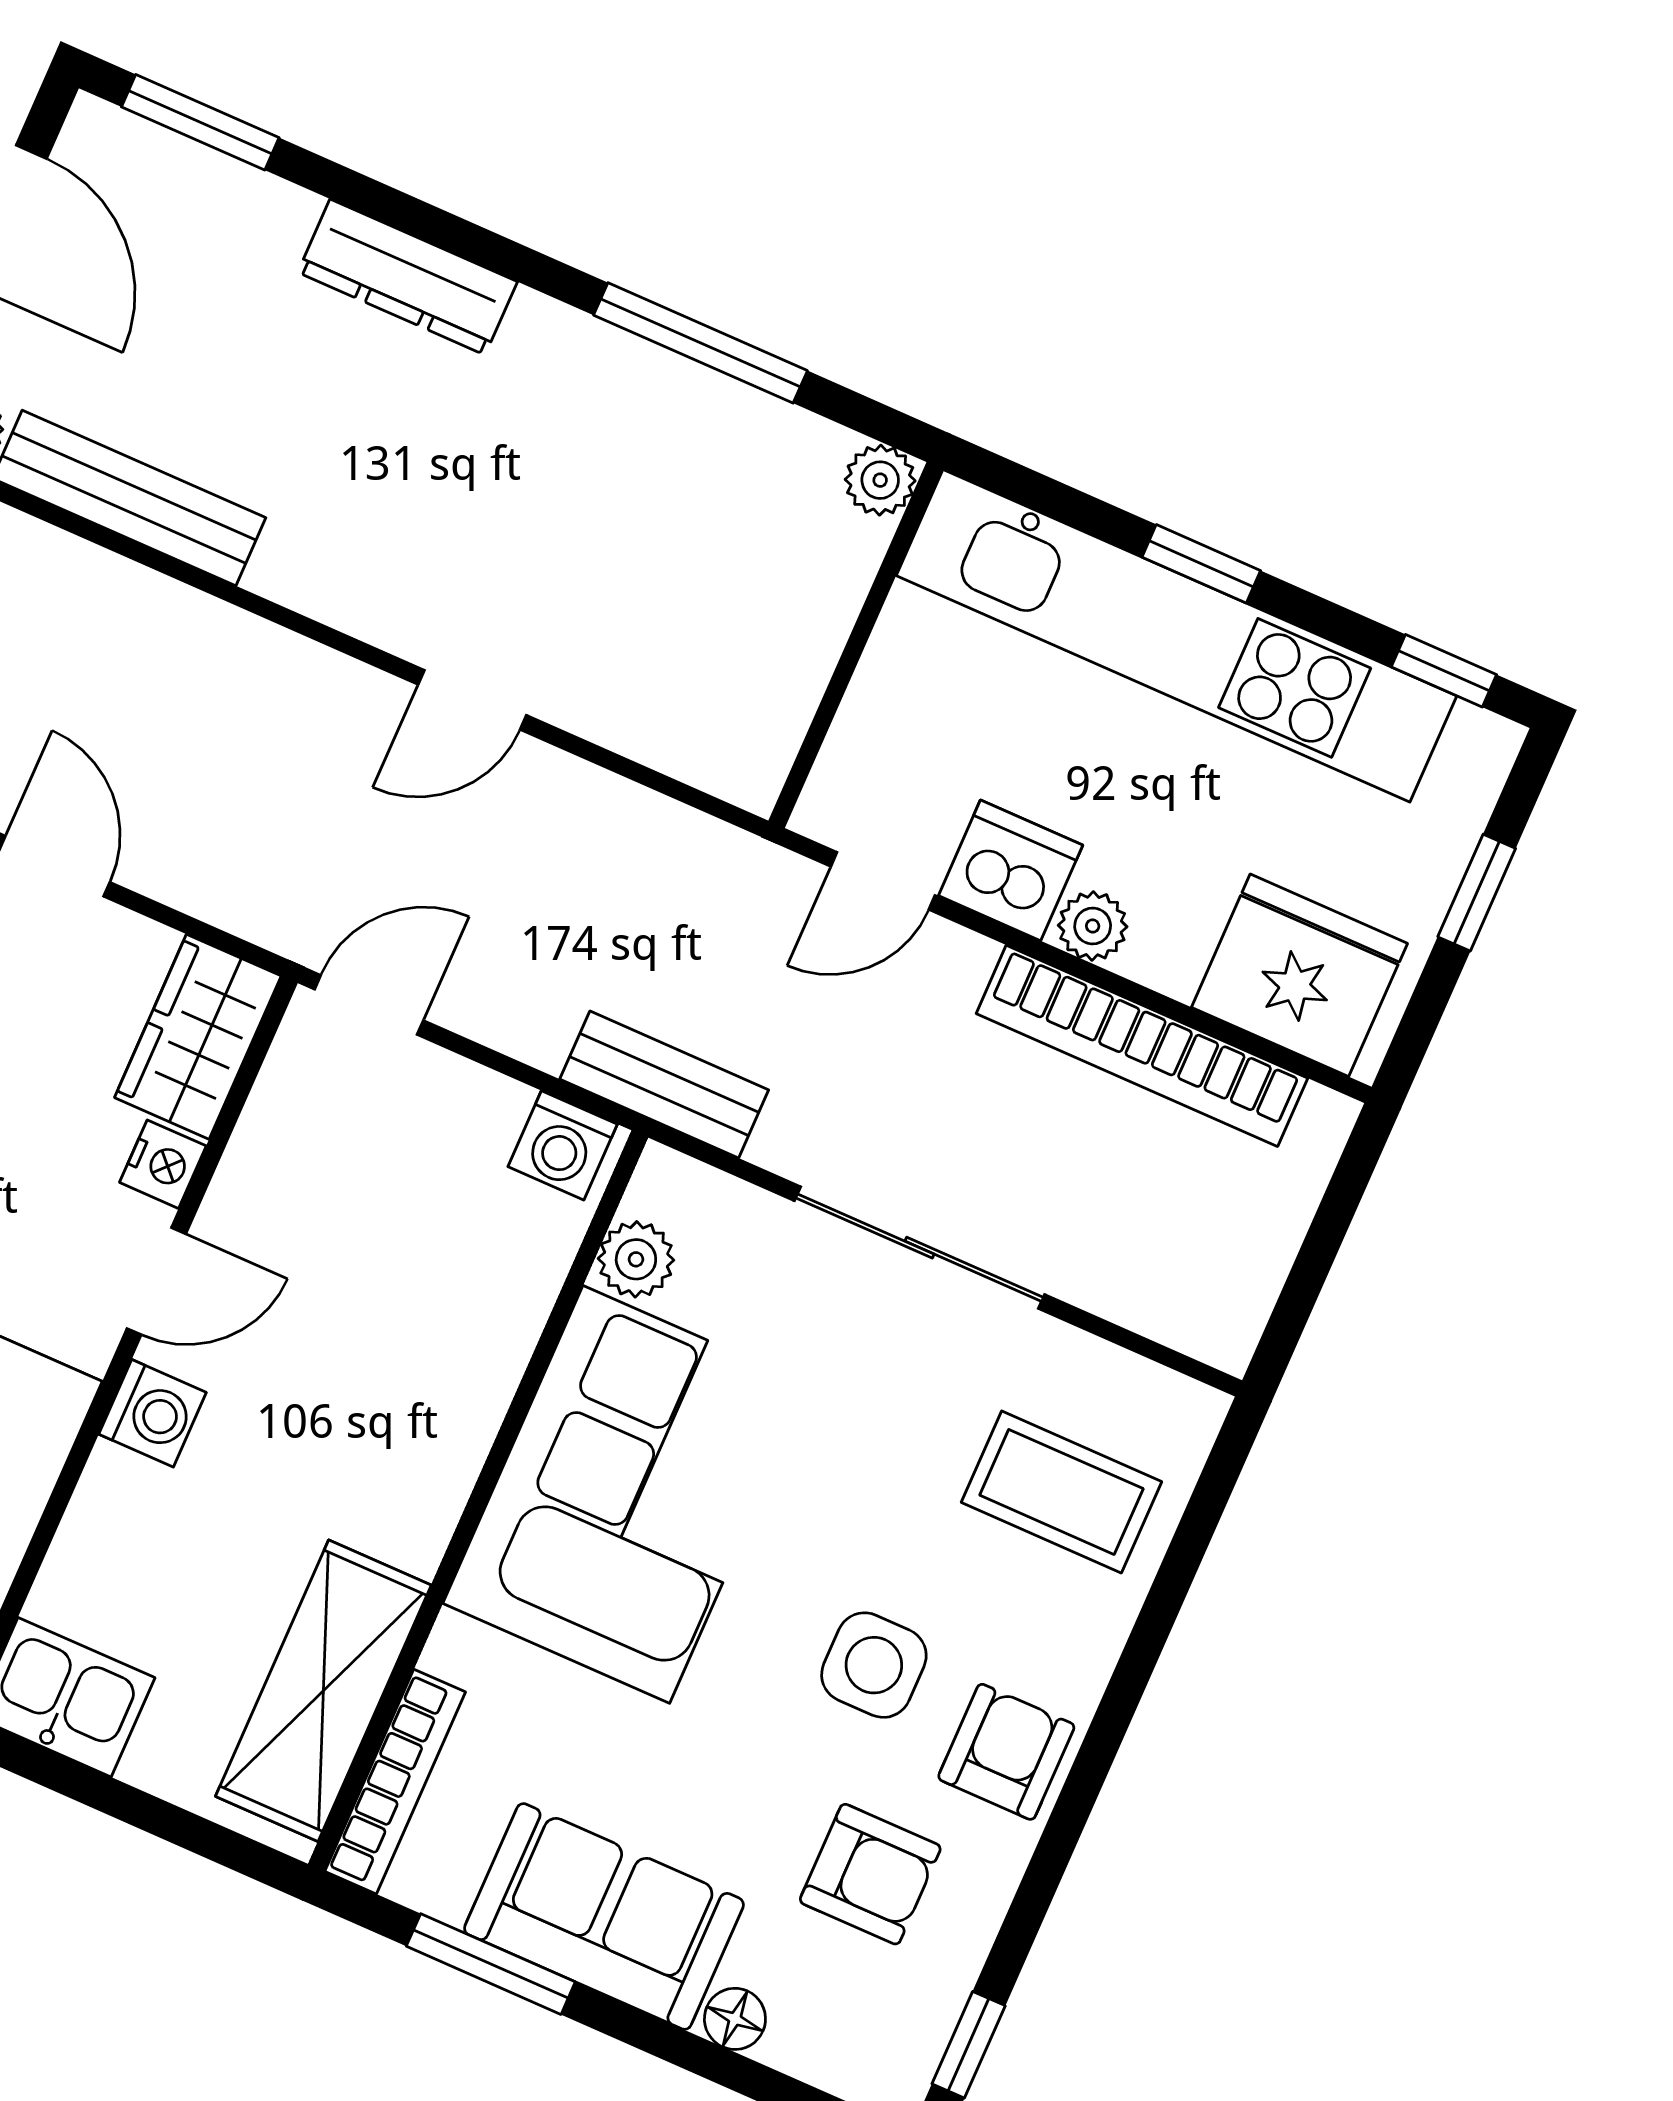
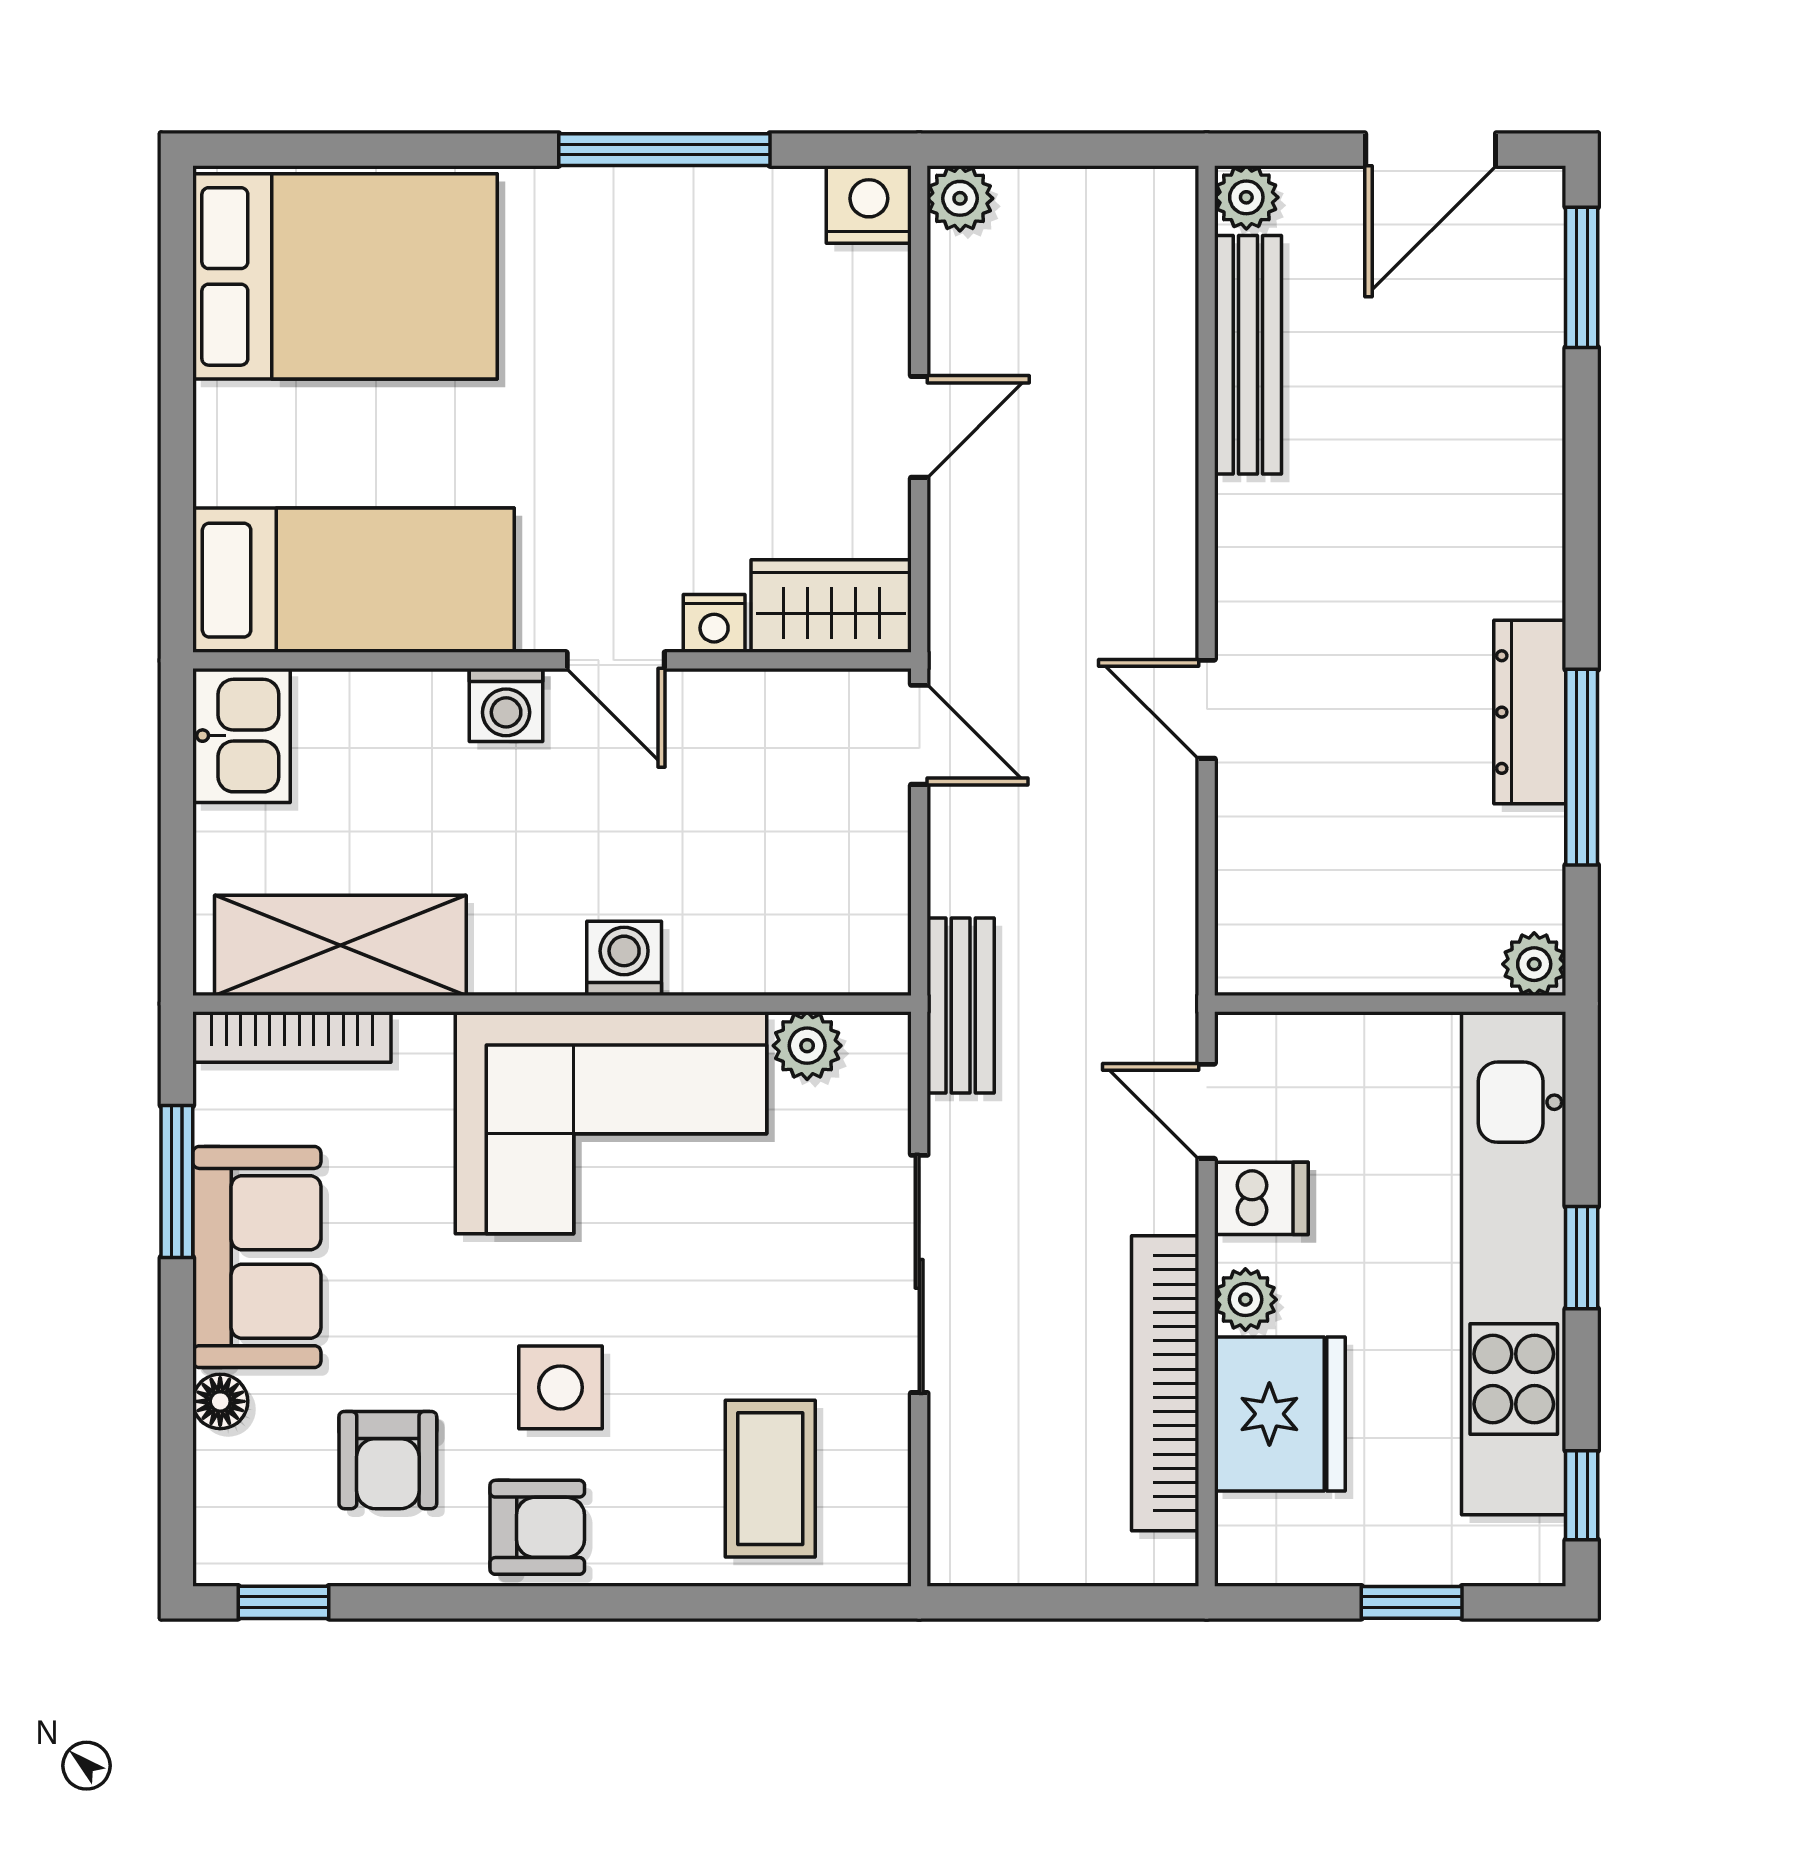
dresser: (408, 277) -> (1530, 712), moved
dishwasher: (1011, 870) -> (1261, 1198), width x0.73
fridge: (1299, 975) -> (1280, 1414), moved
washing machine: (563, 1145) -> (624, 958), moved, turned 90

